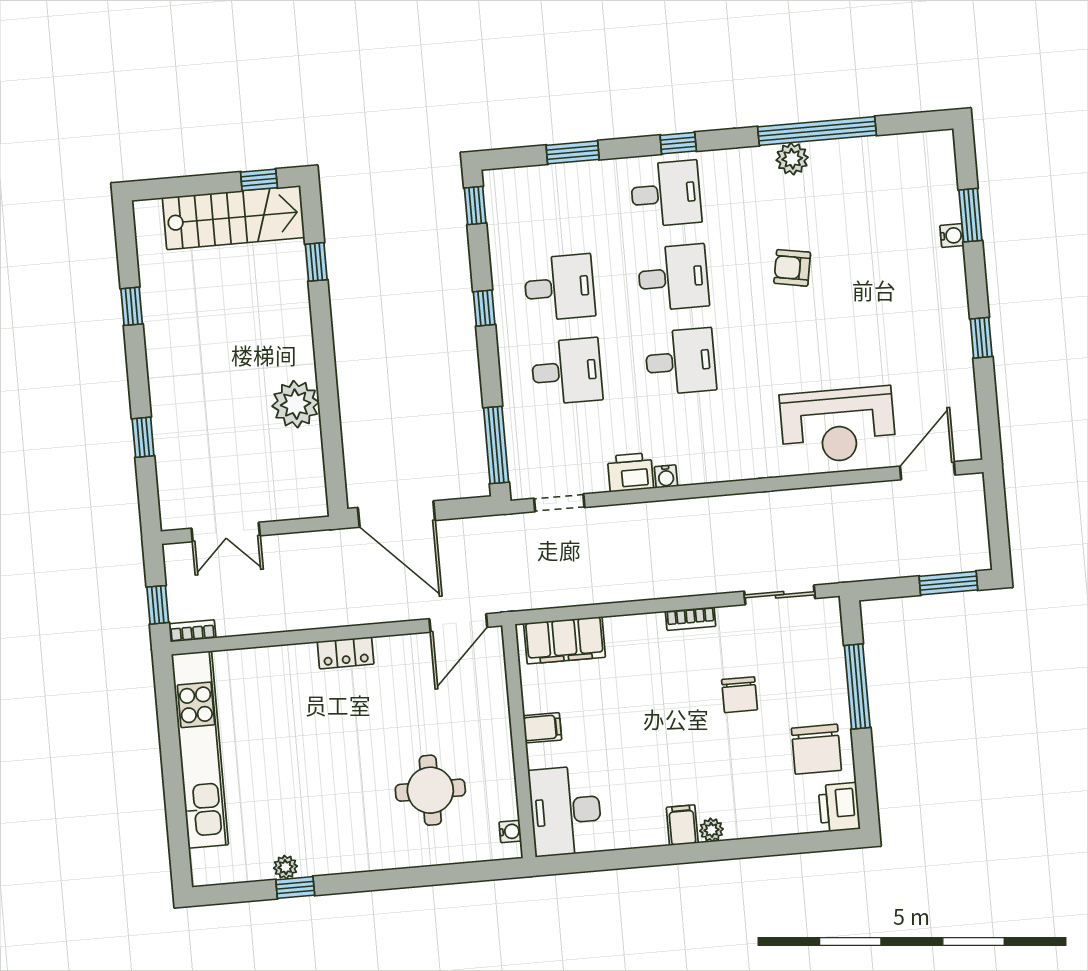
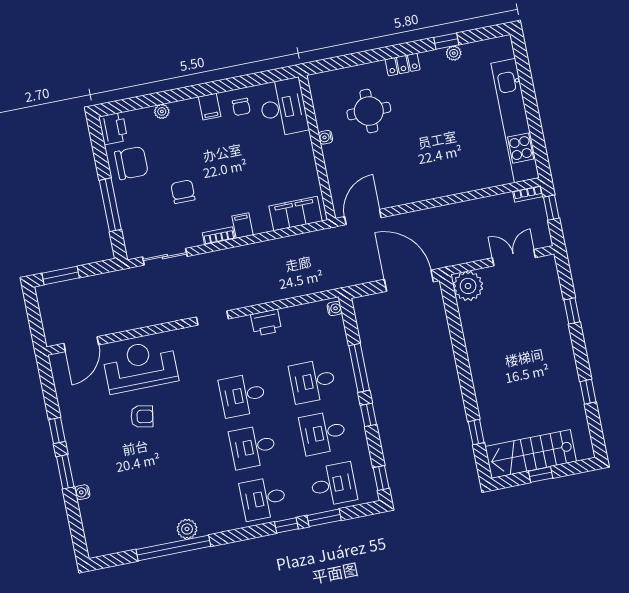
window: (678, 143) -> (286, 525), moved
window: (259, 180) -> (541, 475), moved
desk: (552, 204) -> (333, 485), added
window: (970, 215) -> (65, 472), moved
armchair: (792, 268) -> (142, 416), moved
plant: (296, 404) -> (468, 286), moved
window: (496, 445) -> (359, 368), moved
water cooler: (666, 476) -> (334, 309), moved, turned 90
doorway: (559, 503) -> (212, 318), moved
locker: (346, 653) -> (403, 65), moved, turned 180
filing cabinet: (542, 728) -> (243, 225), moved, turned 90
chair: (816, 749) -> (131, 163), turned 90
chair: (632, 819) -> (241, 107), added
plant: (711, 830) -> (162, 111), moved
water cooler: (510, 832) -> (326, 137), moved

